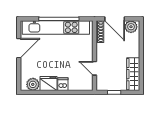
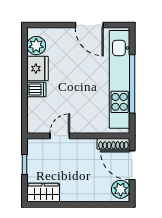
door: (115, 19) -> (132, 165), hinge flipped
wardrobe: (133, 74) -> (43, 193), width x0.67

